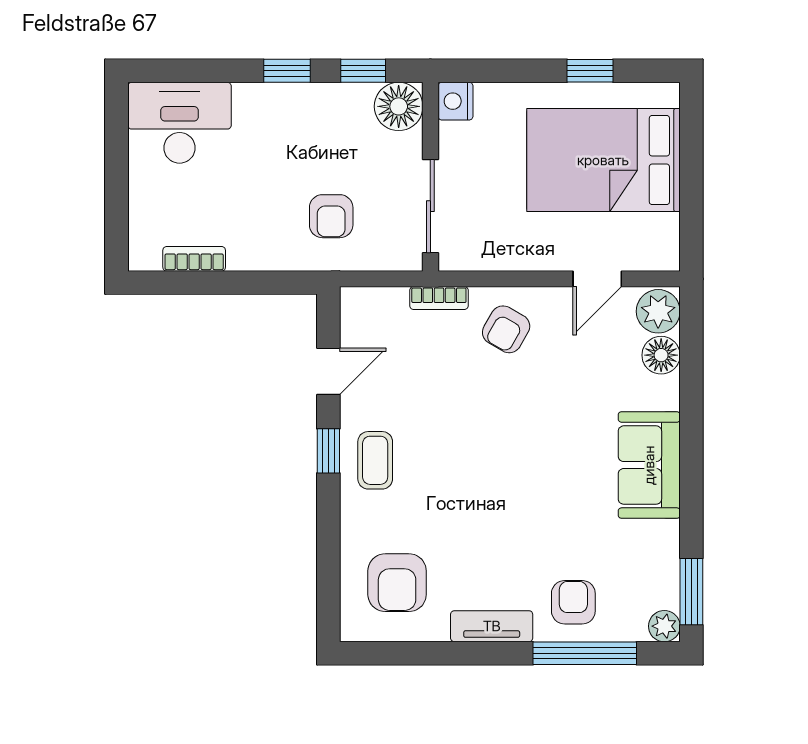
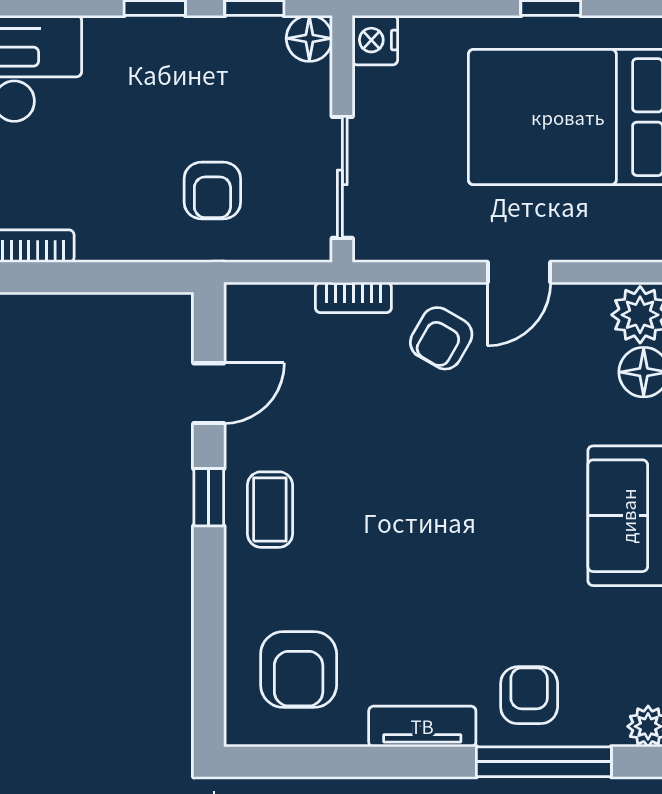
floor lamp: (399, 106) -> (309, 38), width x0.73, depth x0.73
door: (597, 279) -> (519, 272), moved

